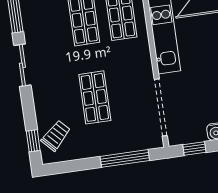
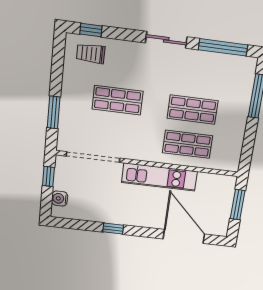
trolley: (56, 135) -> (91, 54), turned 134
window: (125, 158) -> (54, 112), width x0.69

